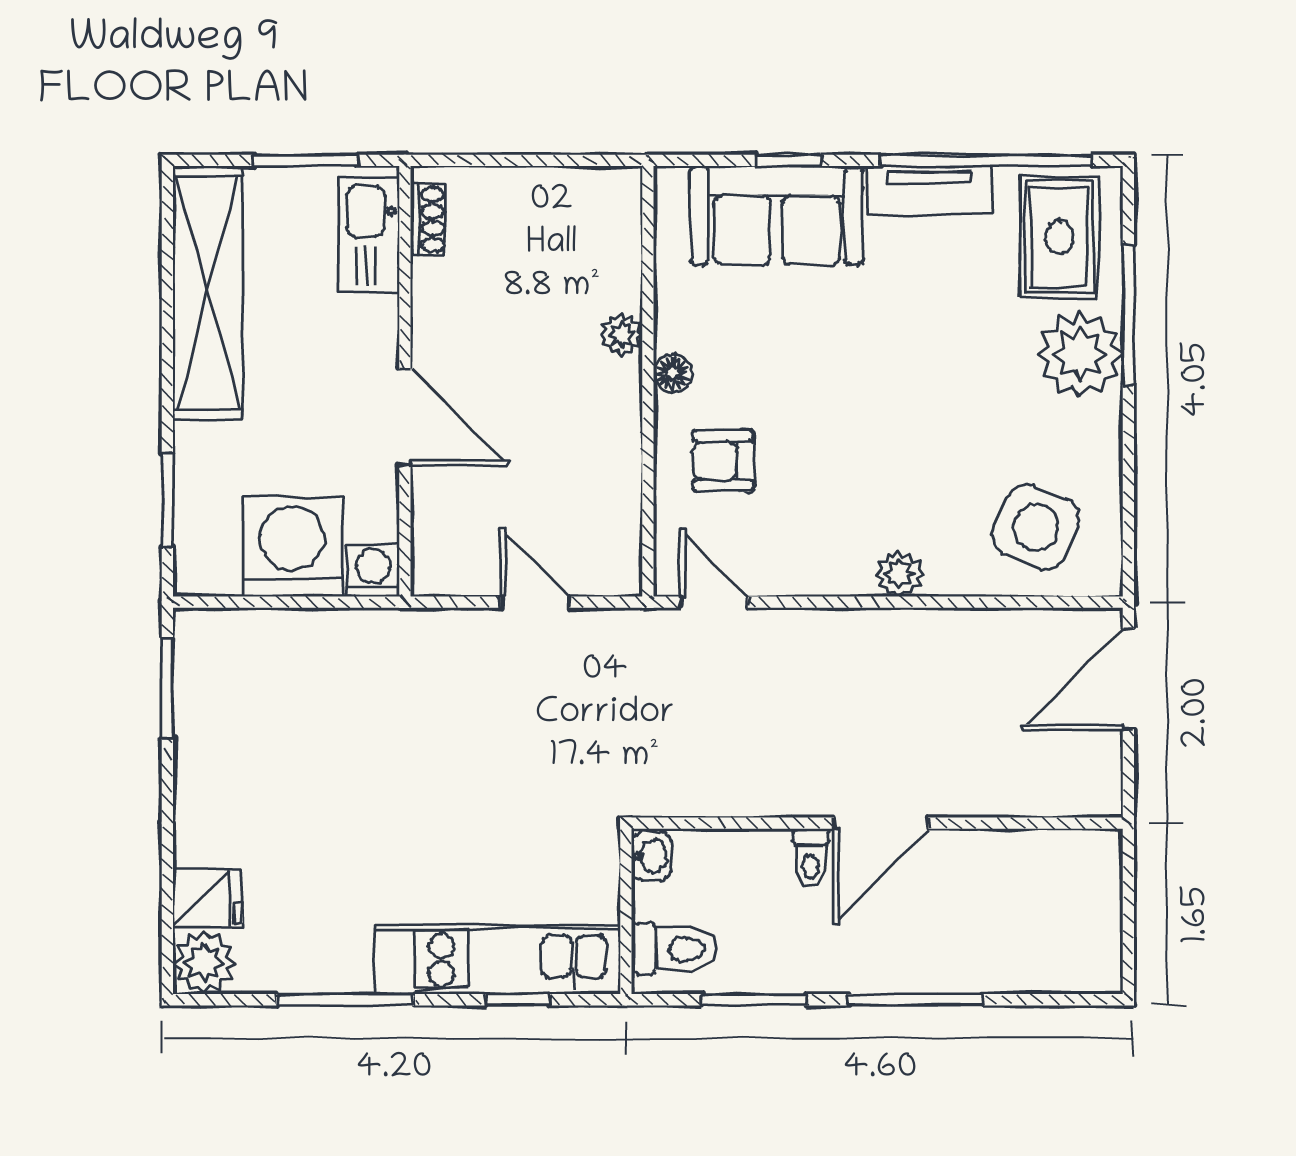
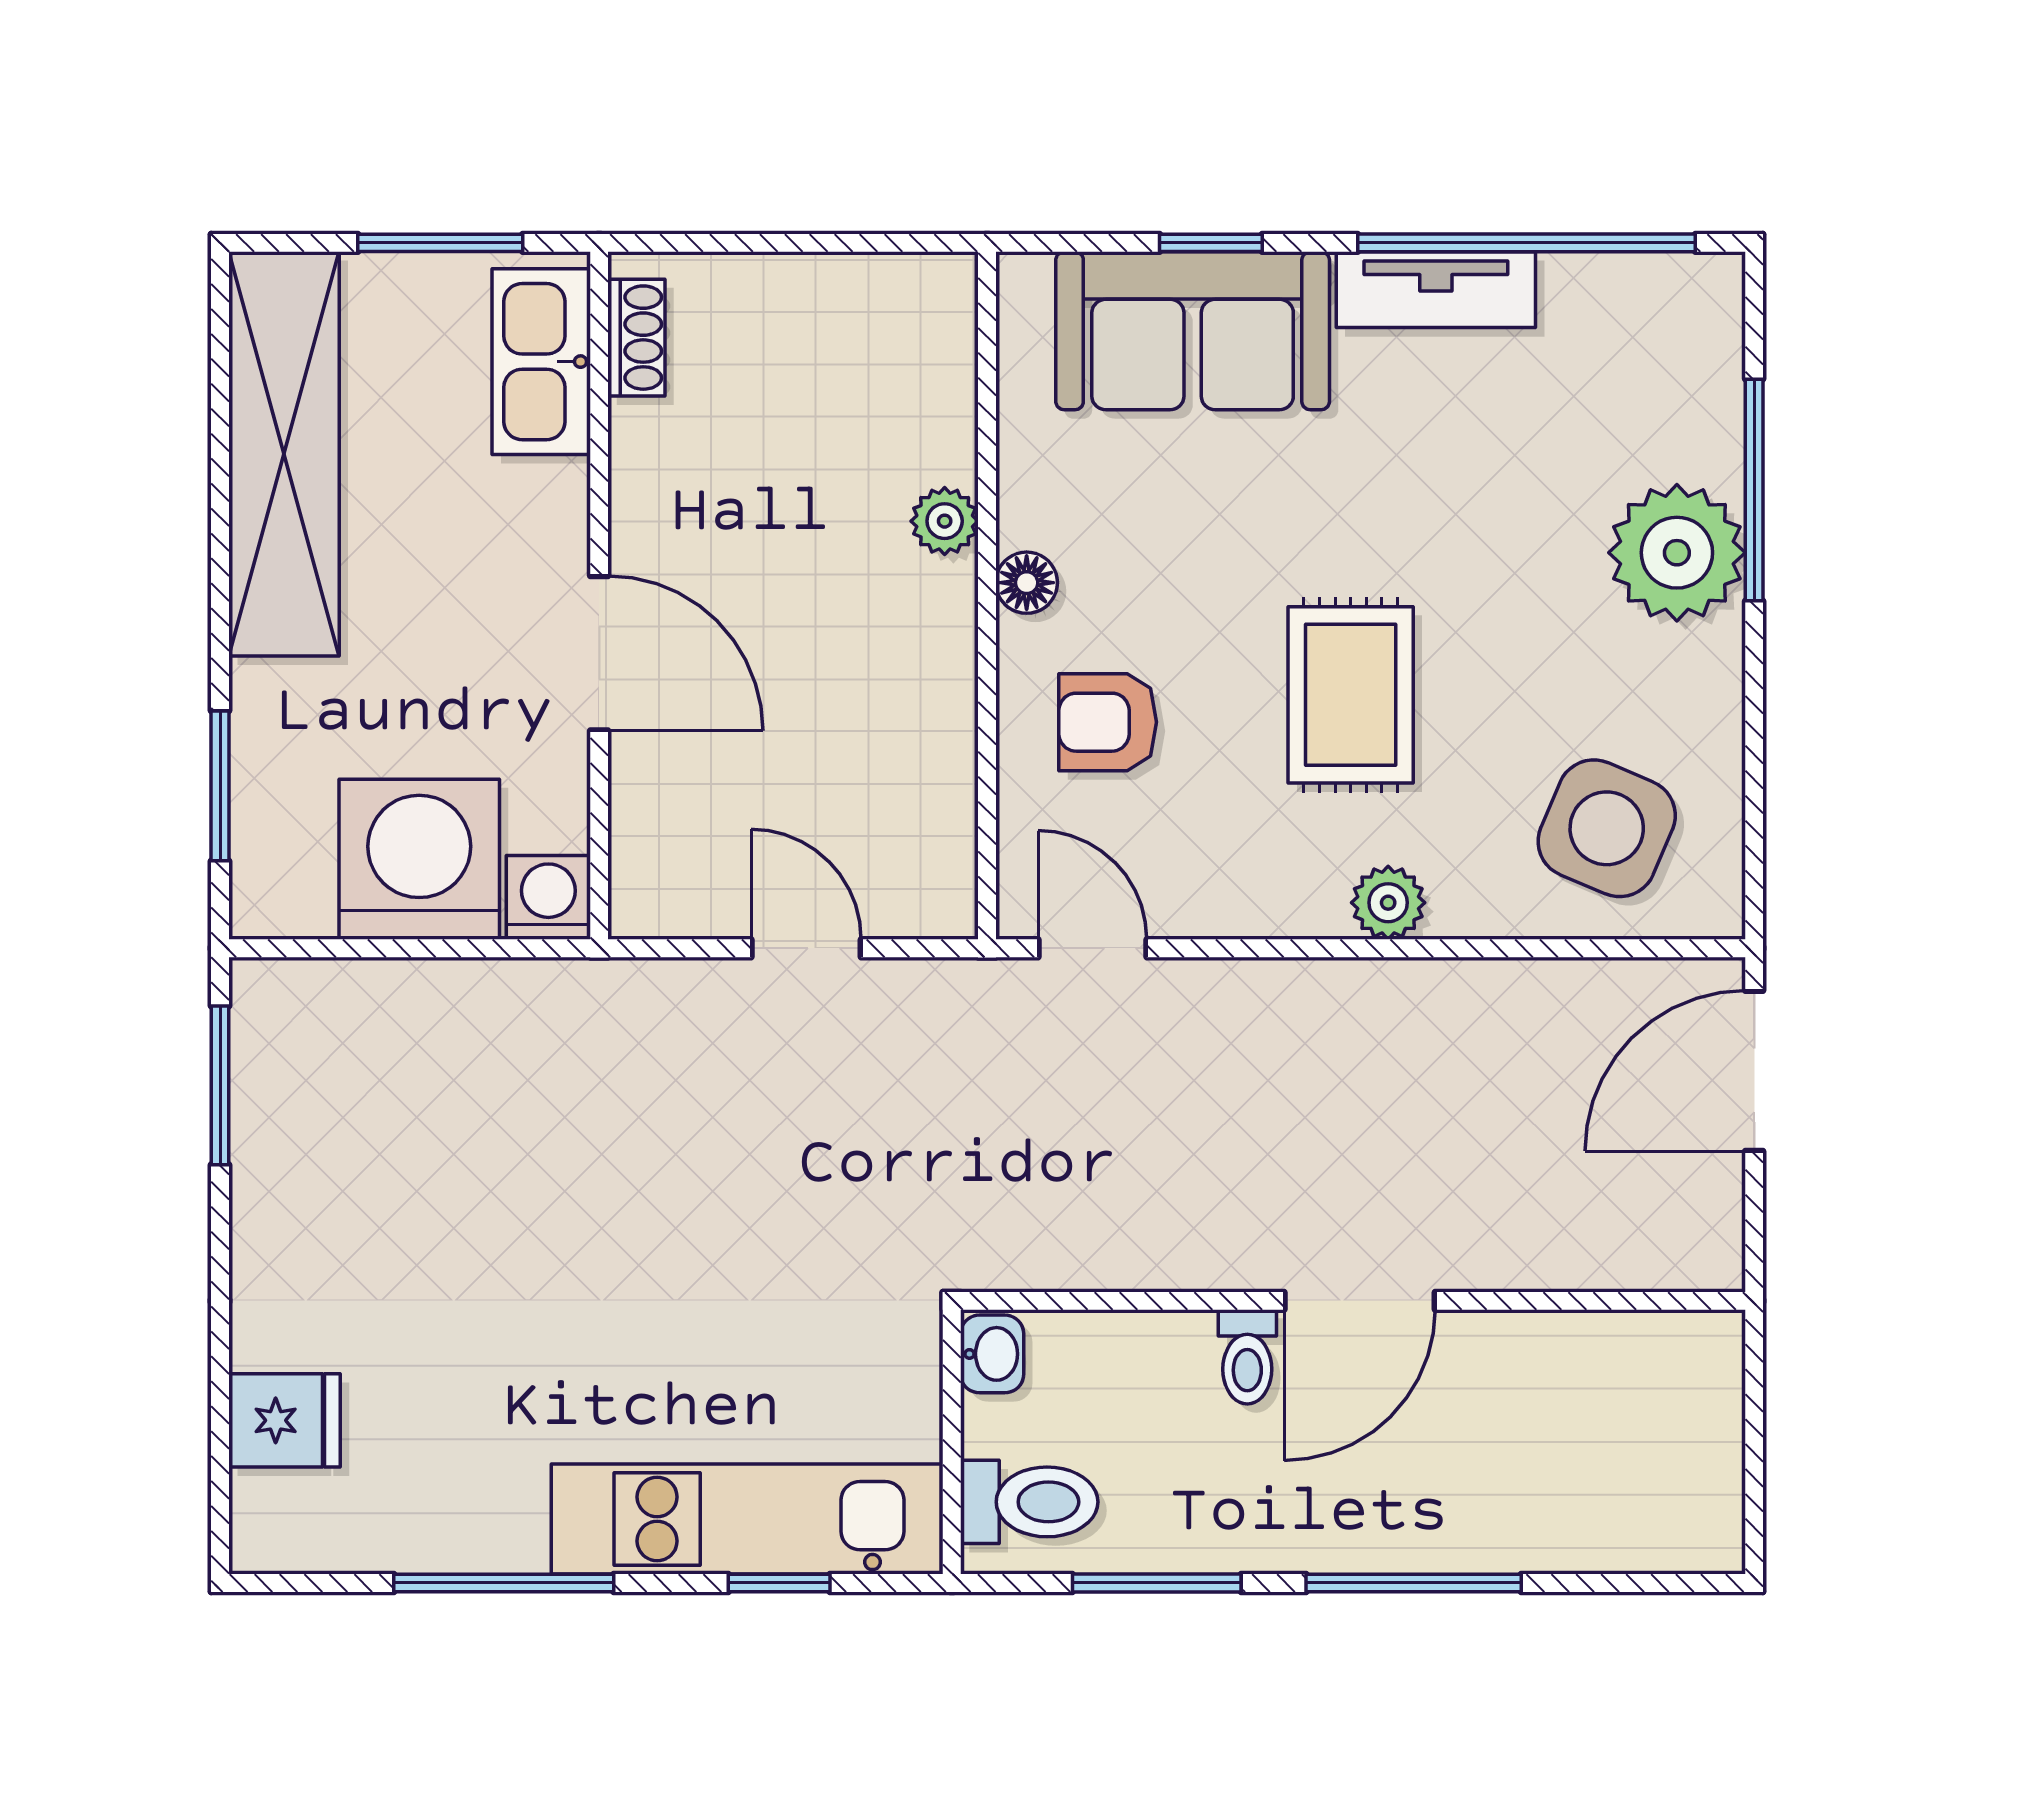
rug: (1059, 237) -> (1351, 695), moved
plant: (204, 963) -> (279, 1524), removed

